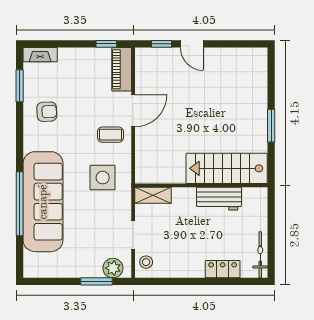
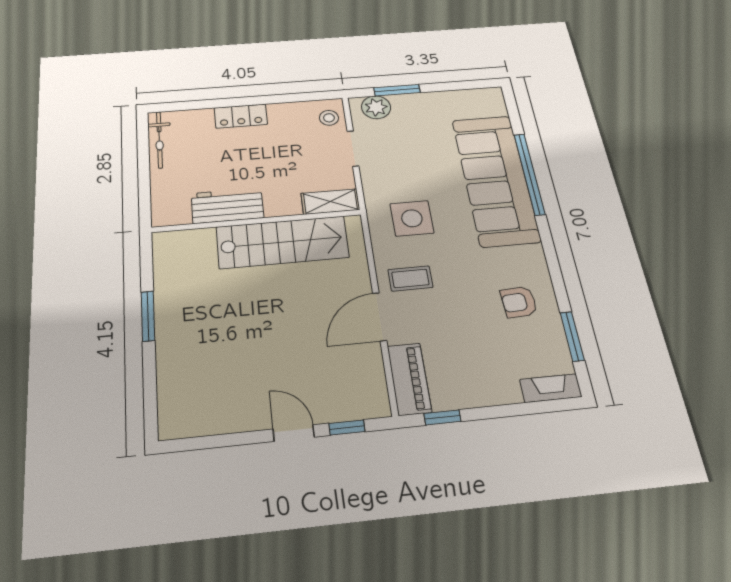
stairs: (227, 168) -> (282, 242), moved
locker: (223, 269) -> (241, 116), moved

